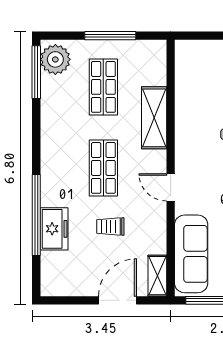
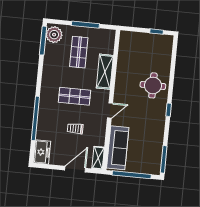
shop shelf: (103, 168) -> (75, 96), turned 90
door: (171, 187) -> (110, 110), swing flipped
freezer: (54, 229) -> (42, 152), moved

